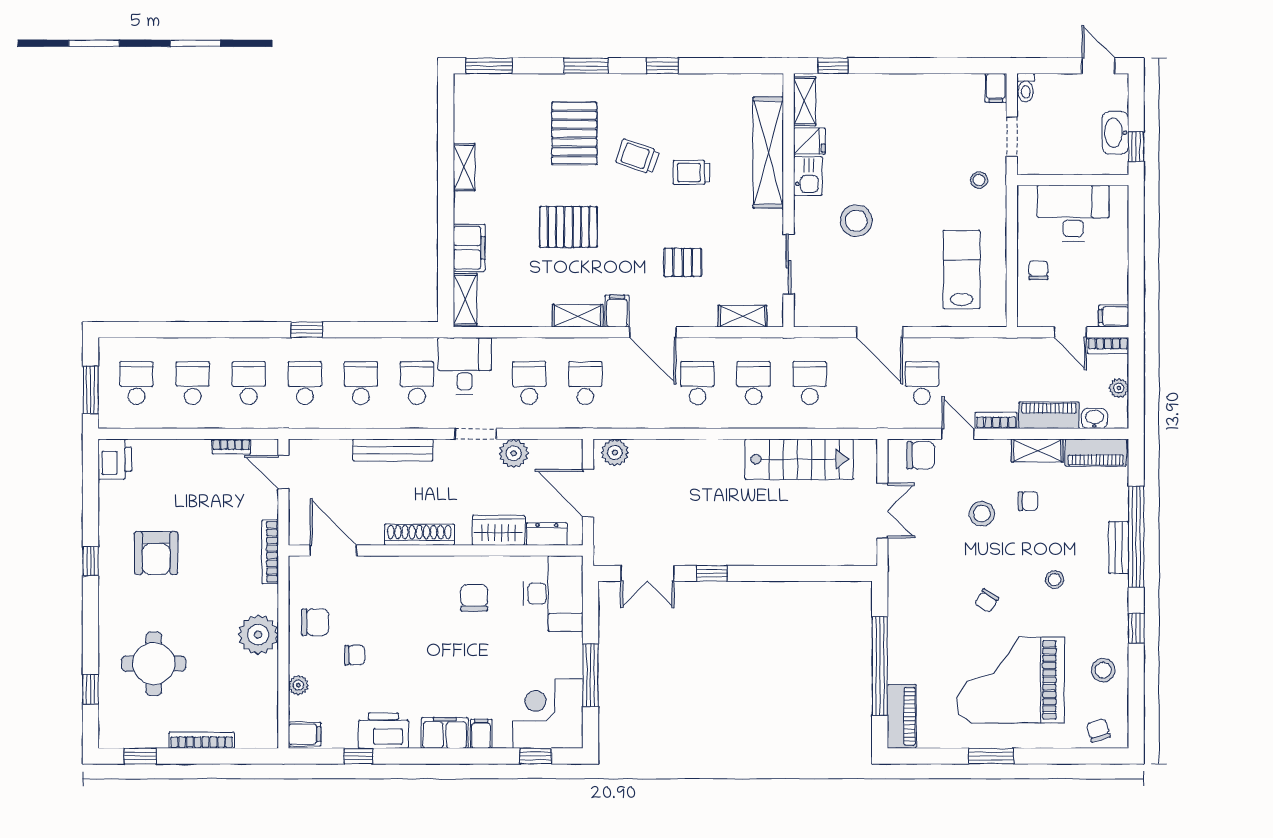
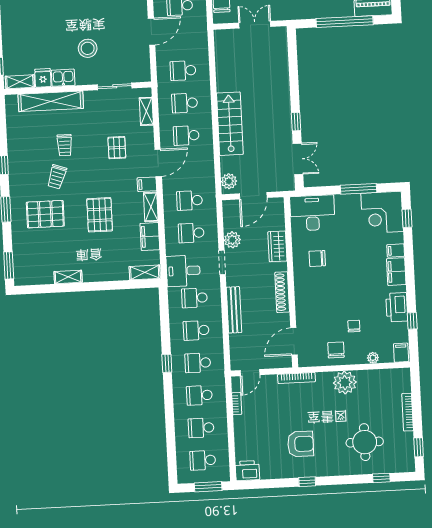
filing cabinet: (469, 248) -> (150, 237), moved, turned -90
stairs: (799, 459) -> (230, 124), moved
dresser: (547, 534) -> (278, 218), removed

